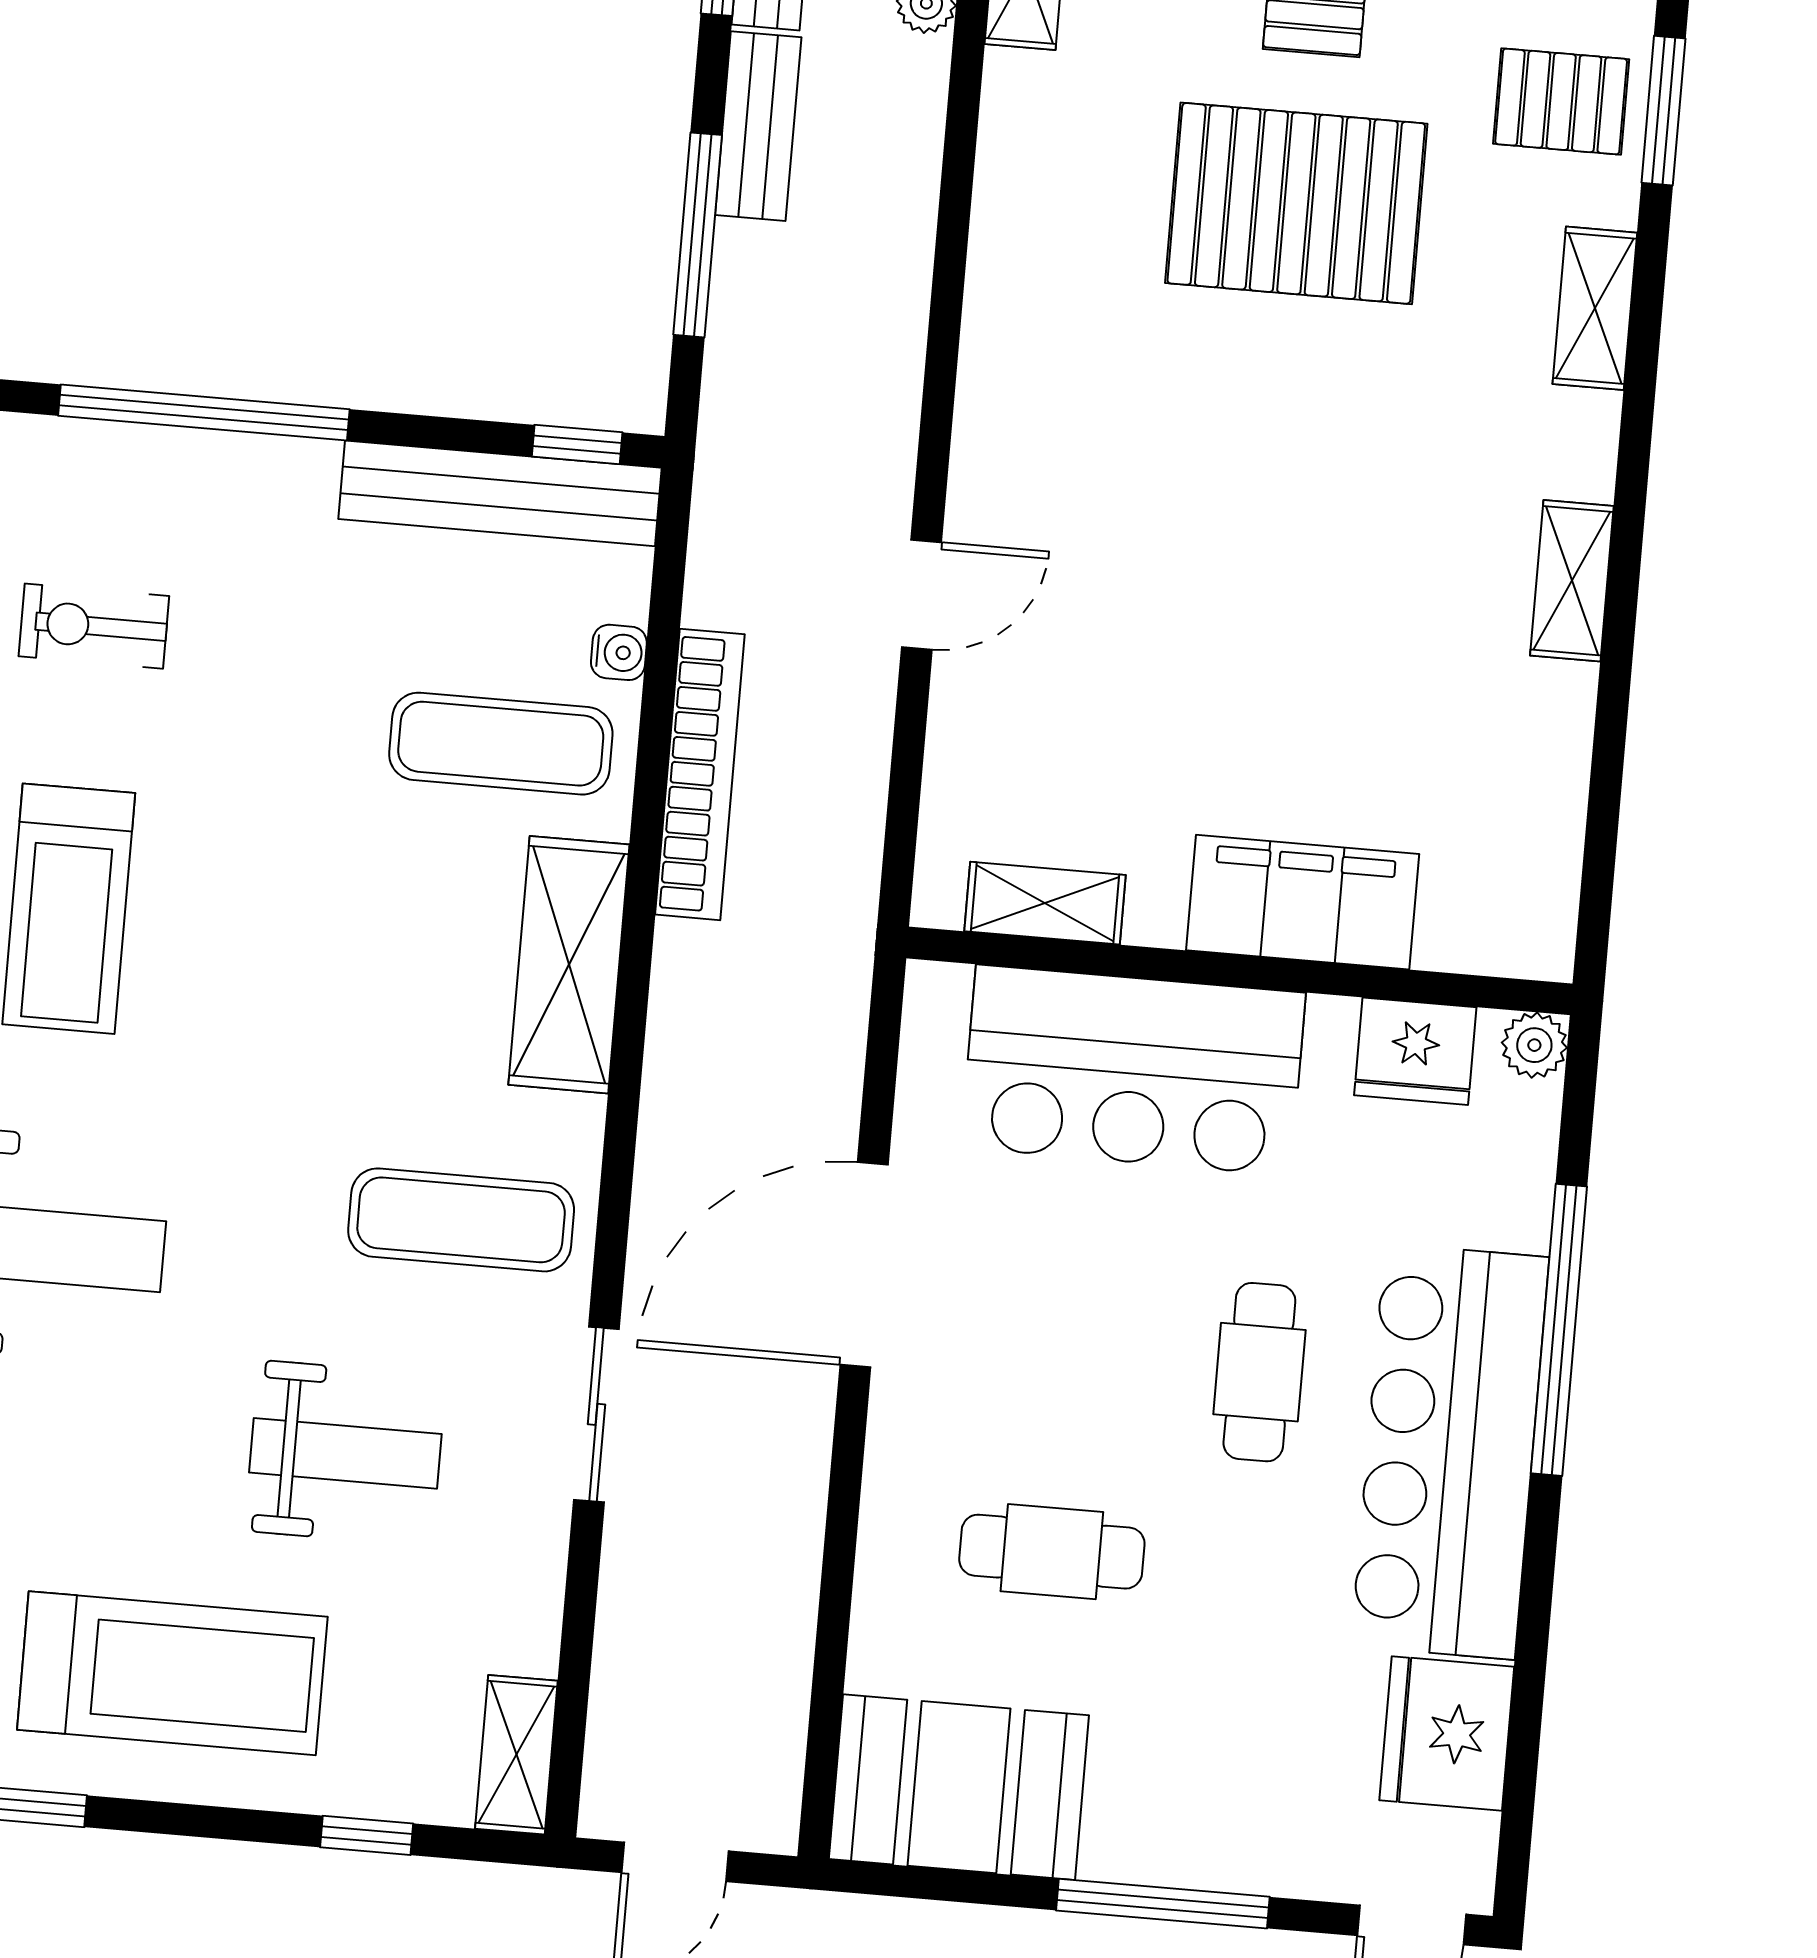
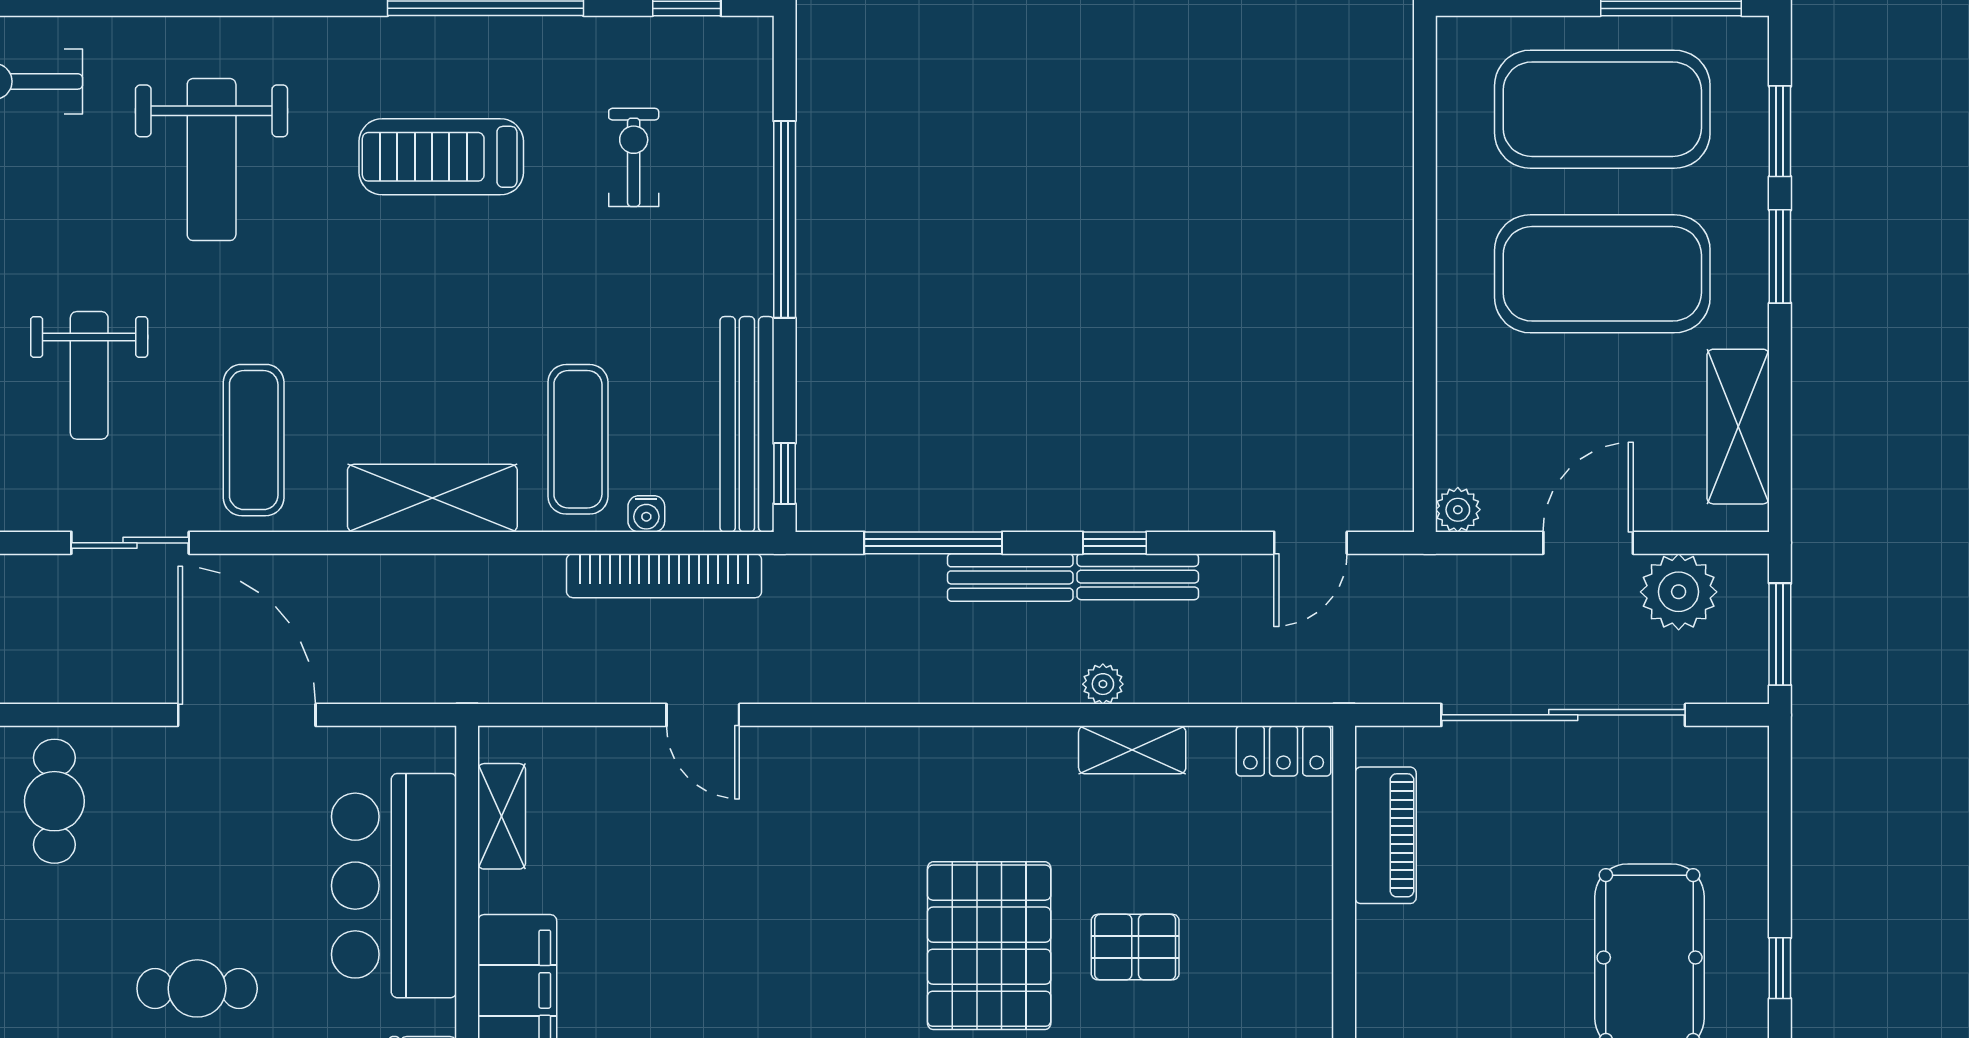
bookcase: (700, 774) -> (664, 576), moved
cafe table: (1052, 1552) -> (54, 801), moved

